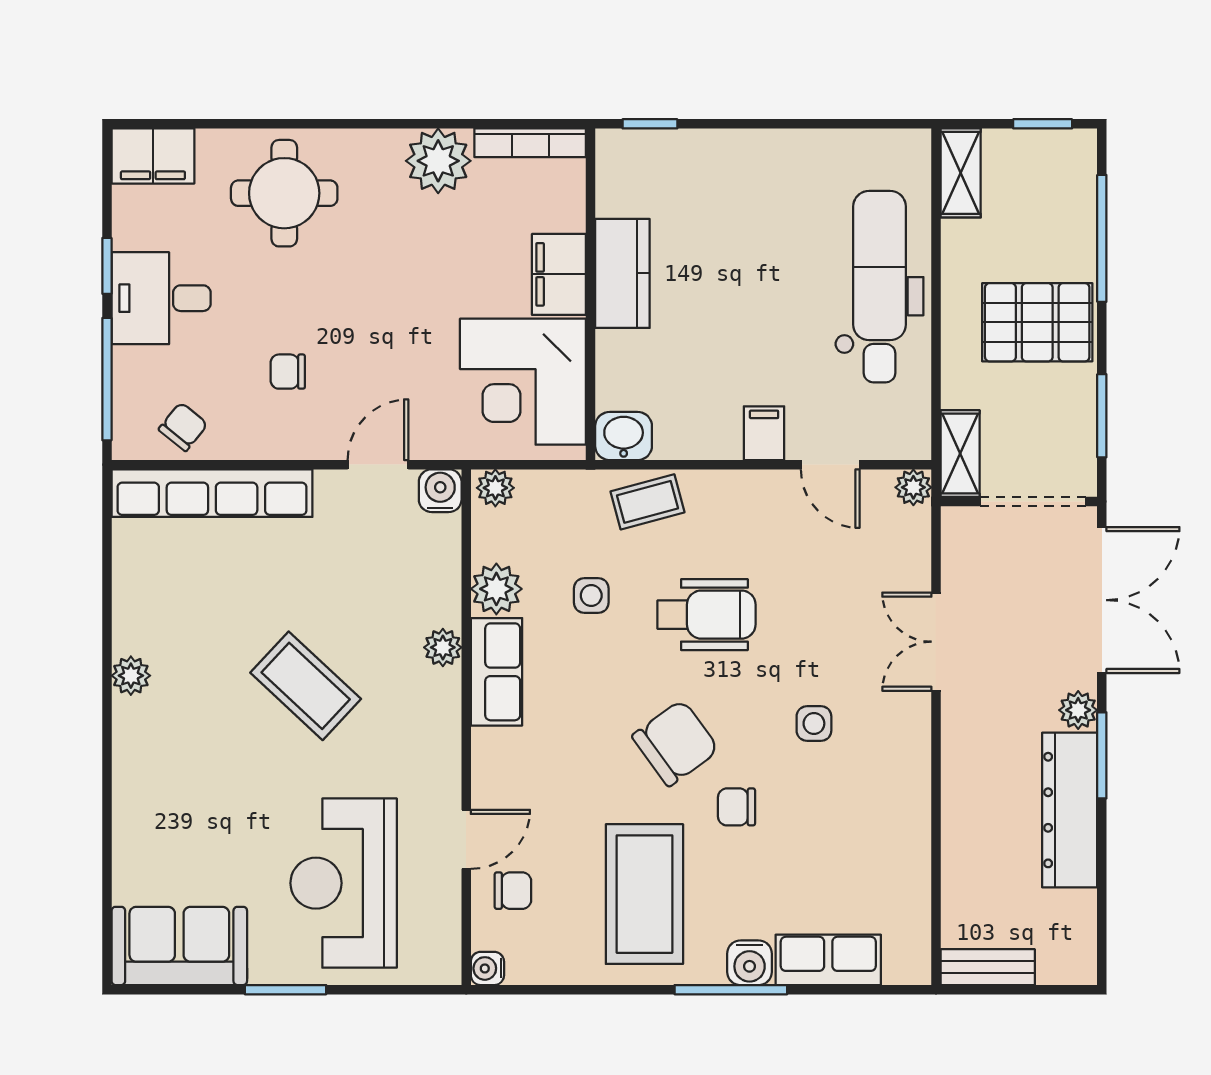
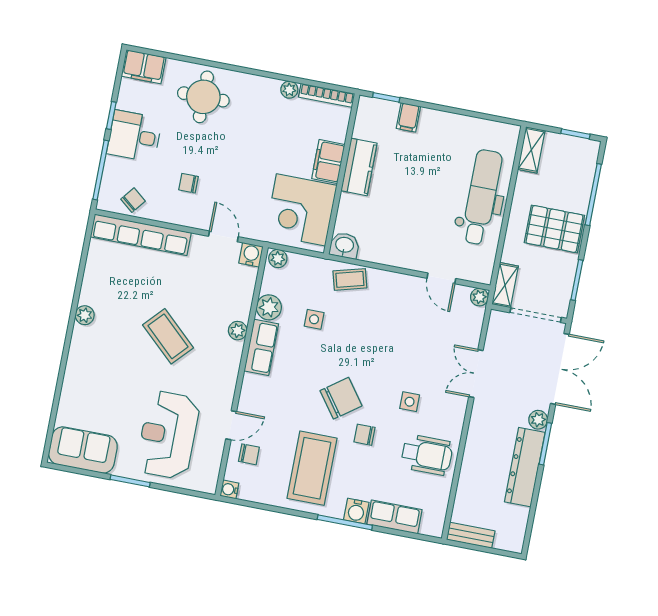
plant: (438, 161) -> (289, 90), width x0.53, depth x0.53
filing cabinet: (764, 433) -> (408, 117), moved, turned 180
door: (378, 465) -> (223, 236), hinge flipped
wheelchair: (707, 615) -> (427, 455), moved

